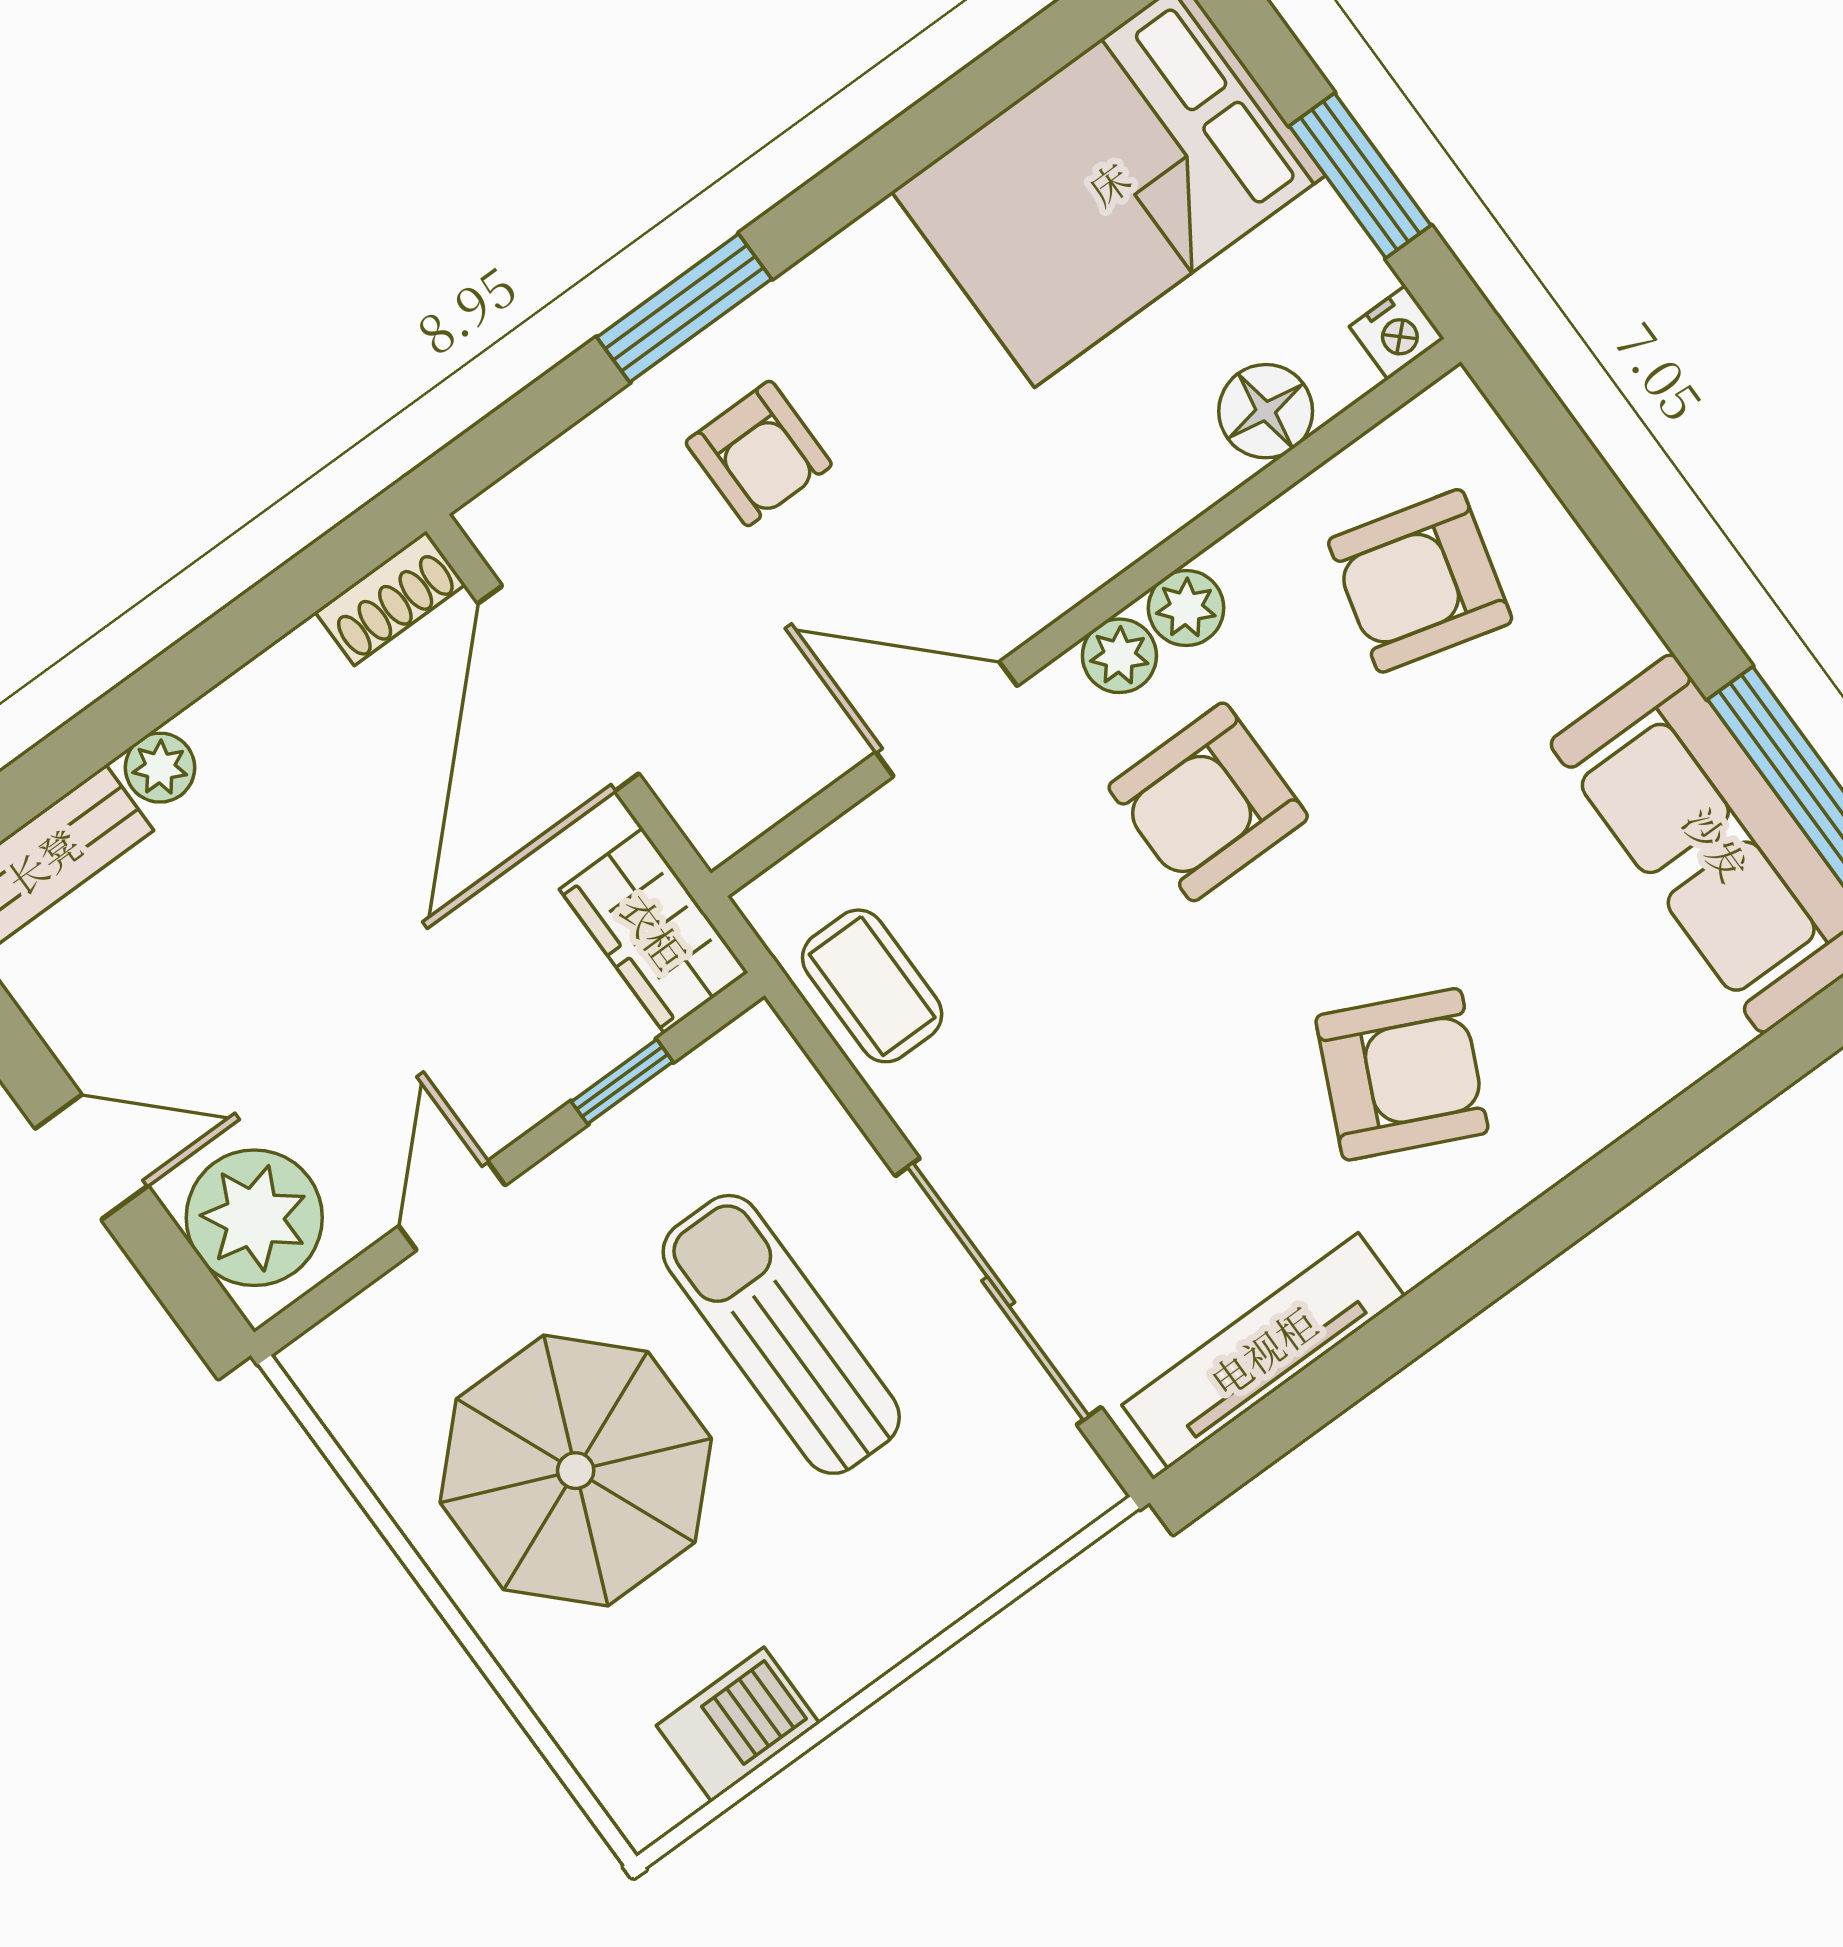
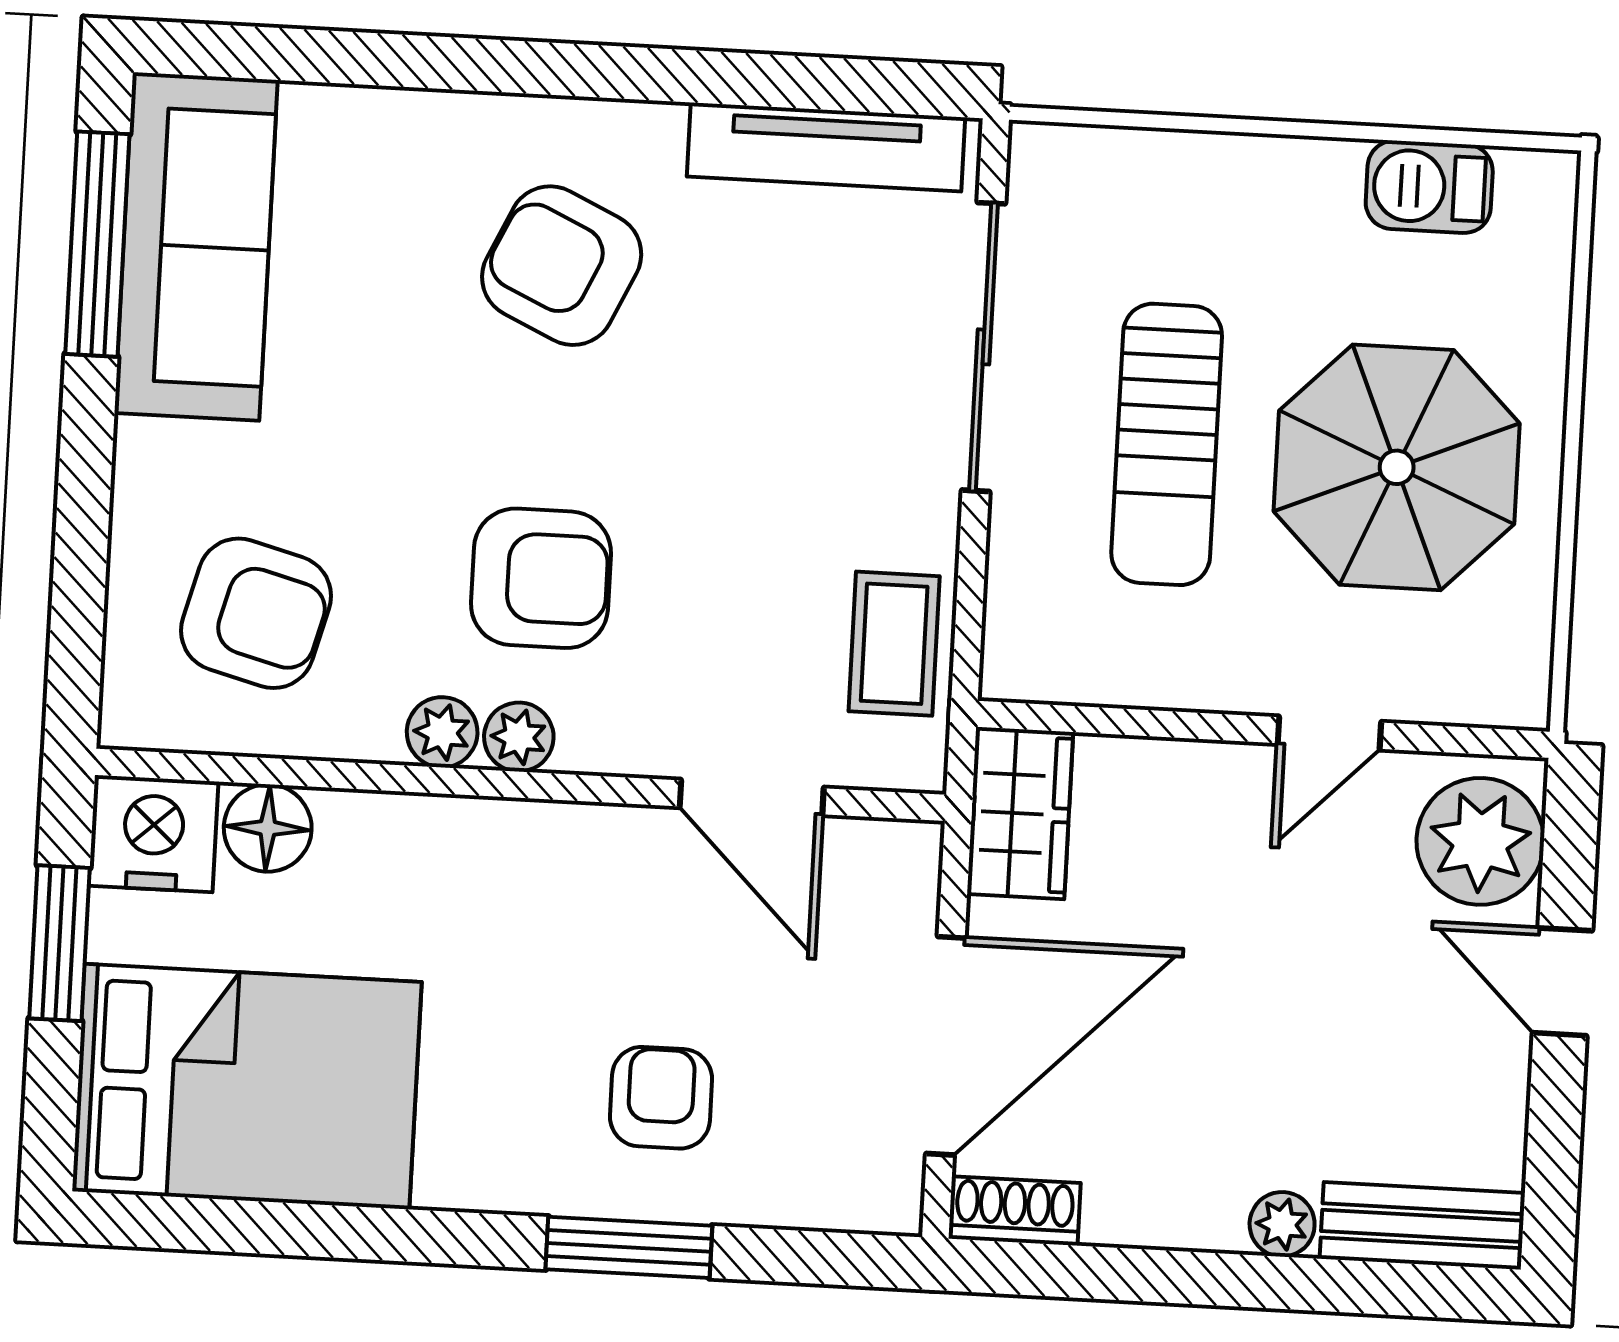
nightstand: (1397, 333) -> (154, 834), width x1.89, depth x1.79
door: (946, 719) -> (752, 797), moved
window: (622, 1082) -> (1132, 722), removed

